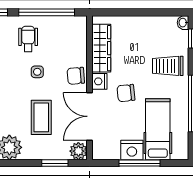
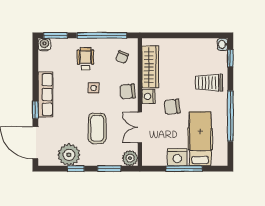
chair: (69, 37) -> (122, 57), added
double door: (90, 116) -> (140, 127), width x0.73
window: (17, 163) -> (76, 169), added

